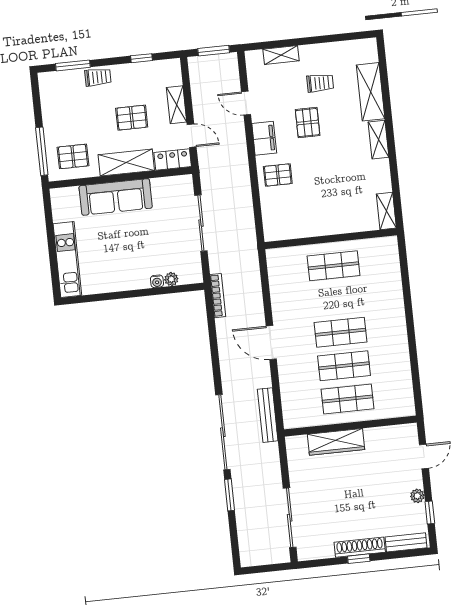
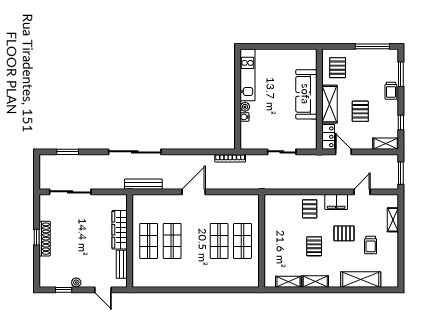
shelving: (177, 105) -> (386, 144), moved
door: (192, 136) -> (343, 152), swing flipped
shelving: (379, 140) -> (315, 282), moved
window: (42, 151) -> (372, 46), moved
pallet: (330, 163) -> (314, 246), added
shelving: (386, 211) -> (288, 282), moved
sliding door: (201, 223) -> (282, 152), width x0.73
kitchen unit: (67, 260) -> (248, 75), moved, turned -90
plant: (171, 279) -> (245, 107), moved
shop shelf: (341, 332) -> (219, 241), moved
window: (229, 495) -> (68, 152), moved
bench: (406, 542) -> (122, 264), moved

